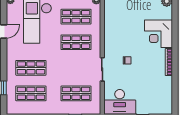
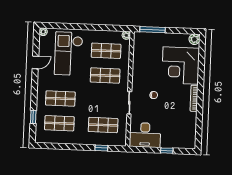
corner desk: (158, 34) -> (181, 65), width x1.36, depth x1.36

